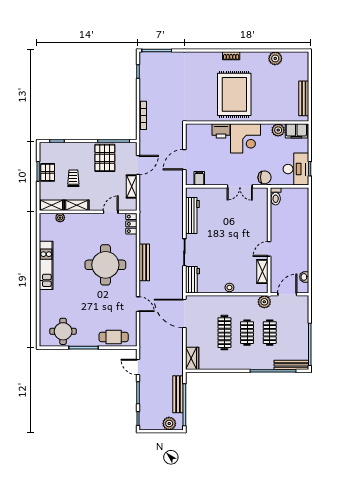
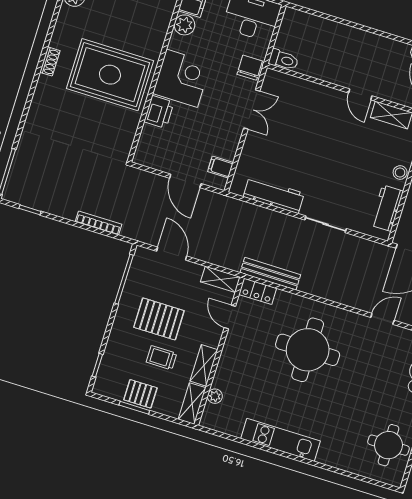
pallet: (105, 158) -> (159, 319), moved
shelving: (132, 187) -> (220, 279), moved
bench: (144, 262) -> (270, 274), moved
workbench: (192, 280) -> (387, 208), moved, turned -90

